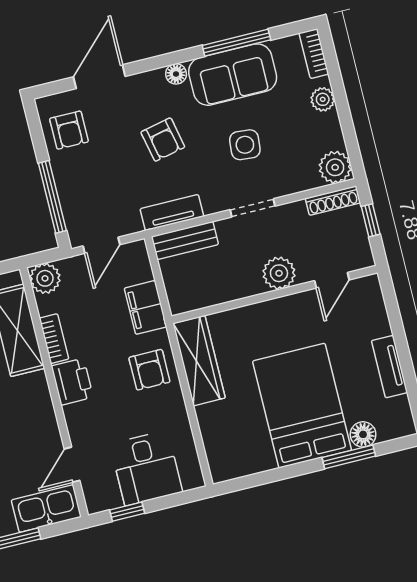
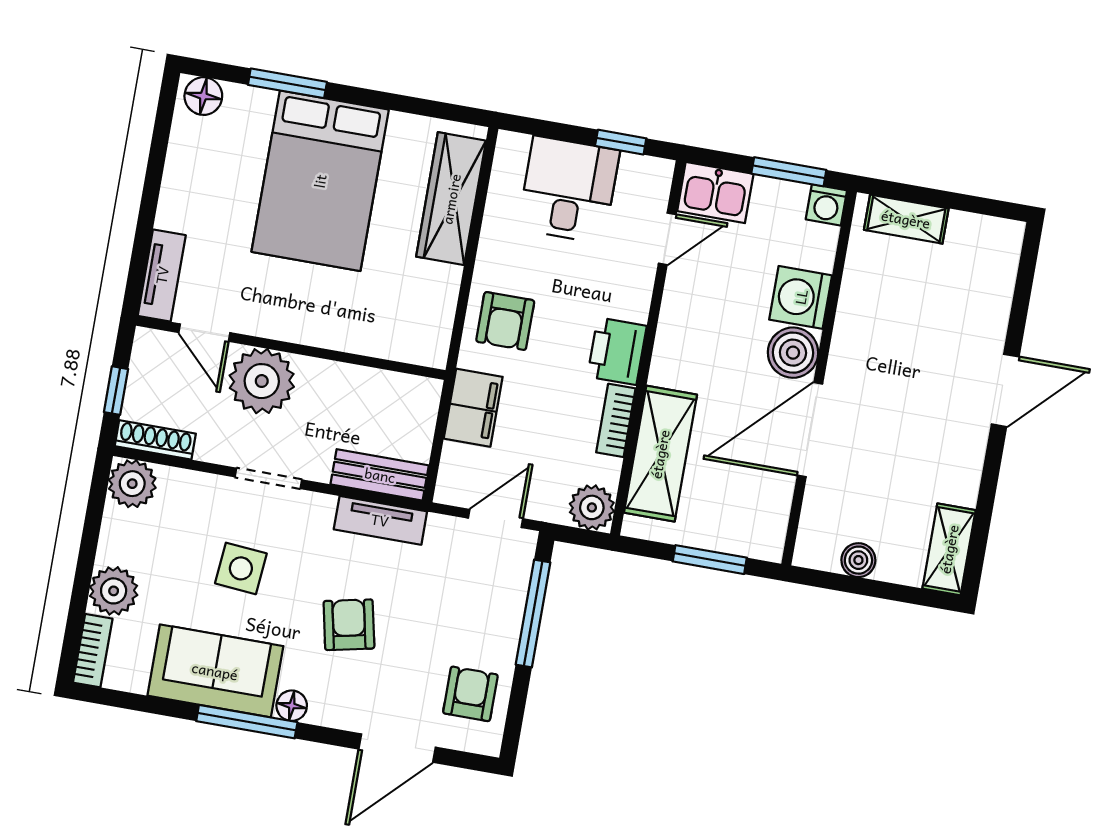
window: (236, 43) -> (247, 722), moved
plant: (323, 99) -> (114, 591), width x1.38, depth x1.38
plant: (279, 273) -> (262, 381), width x1.36, depth x1.36
door: (332, 280) -> (204, 333), swing flipped
wardrobe: (199, 361) -> (451, 199), moved
tv unit: (389, 367) -> (162, 275), moved
armchair: (149, 370) -> (505, 321), turned 180
floor lamp: (363, 434) -> (203, 96), moved
kitchen sink: (46, 508) -> (715, 193), width x0.73

